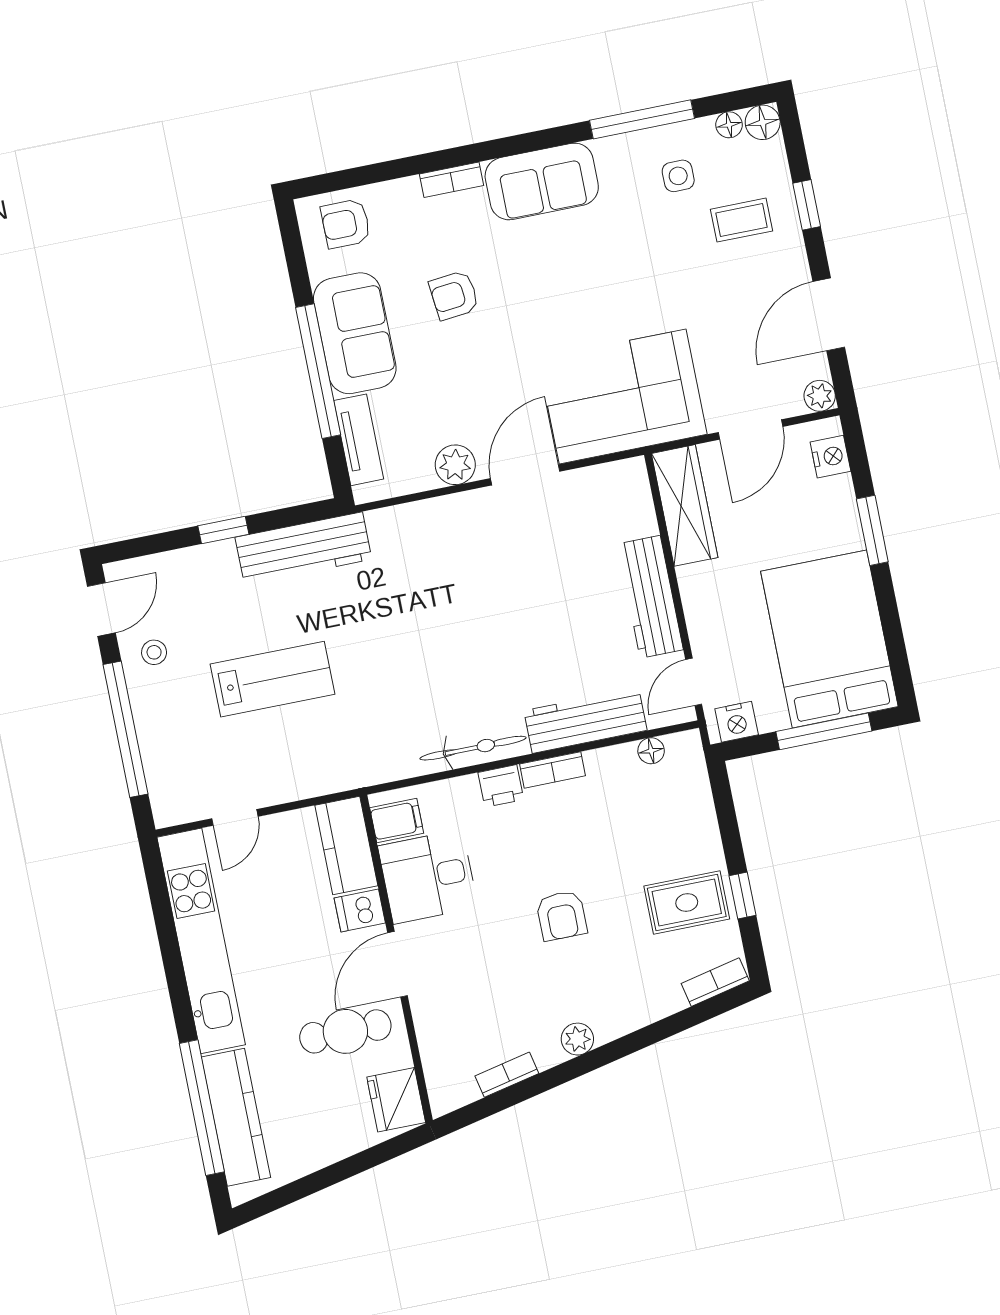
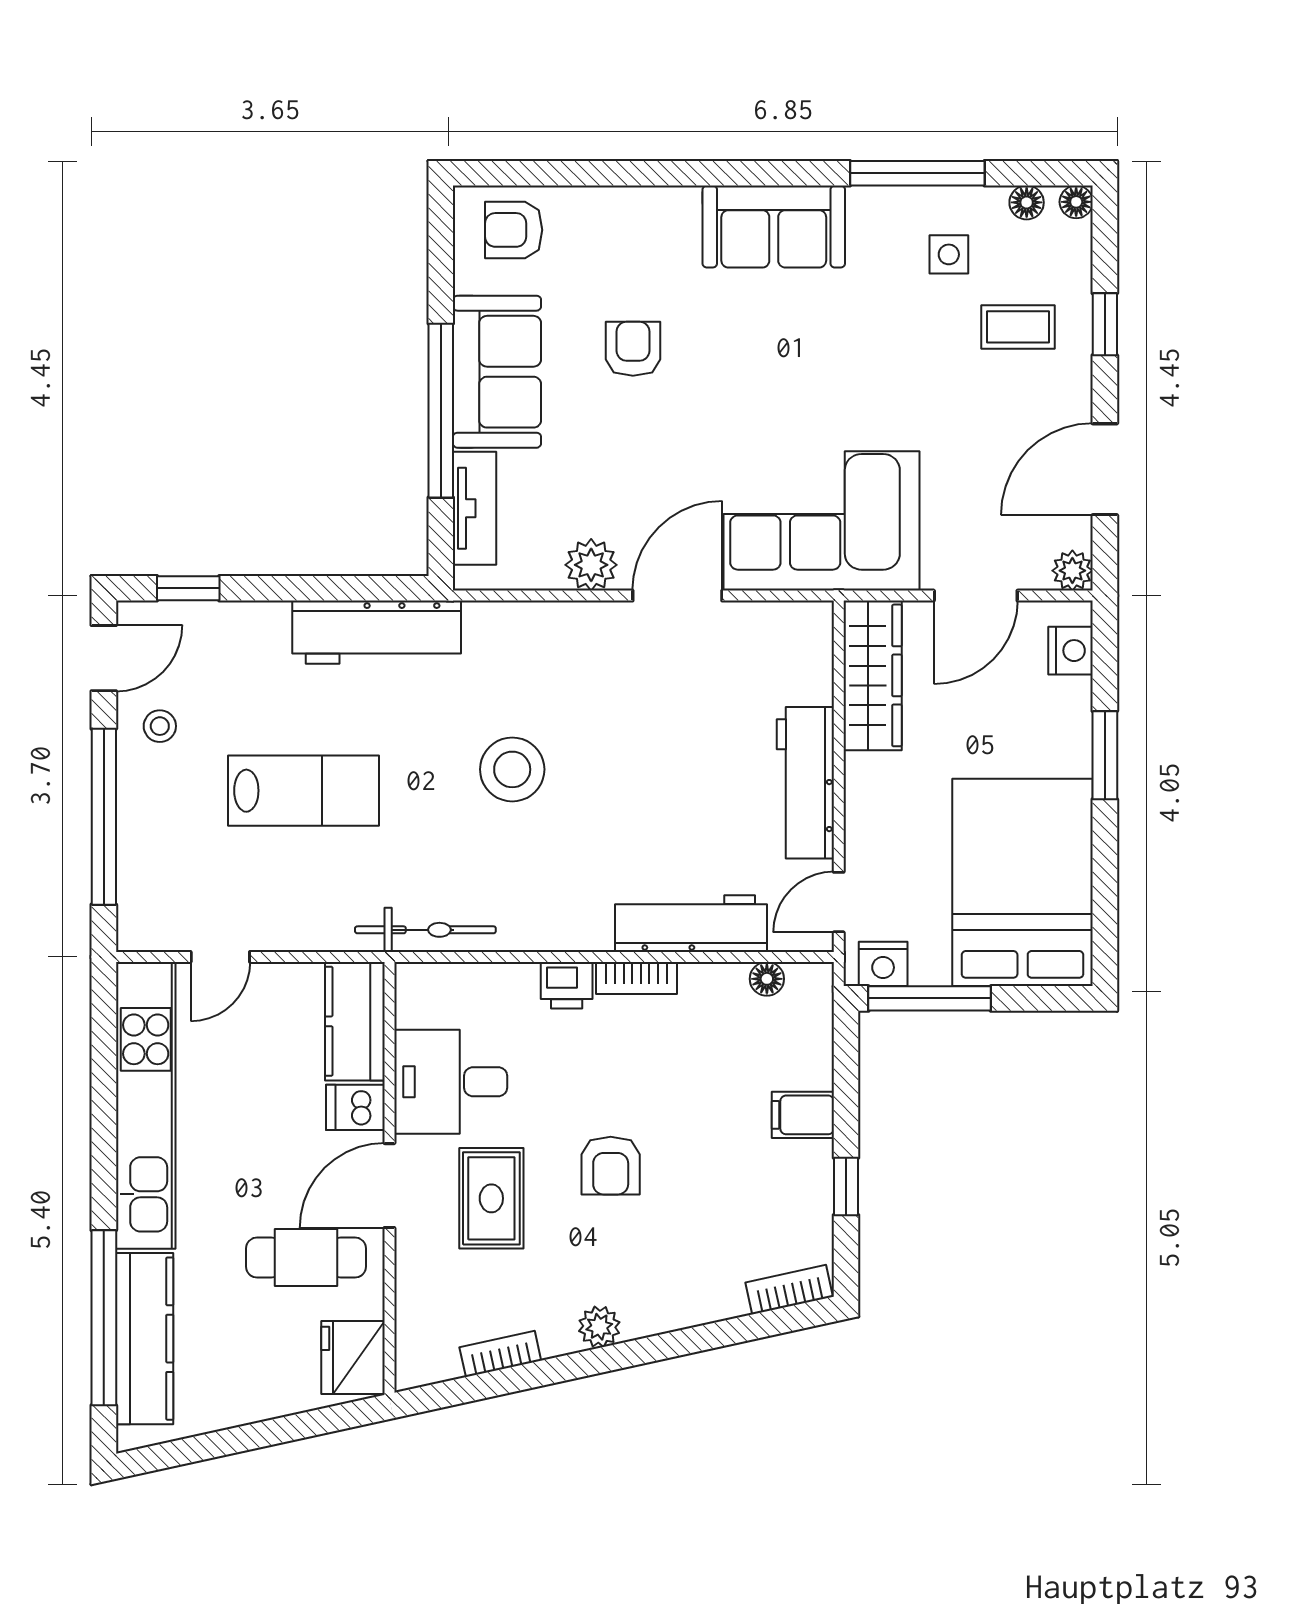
floor lamp: (763, 122) -> (1076, 202), width x0.73, depth x0.73
bookcase: (451, 180) -> (659, 201), removed
armchair: (454, 295) -> (633, 349), turned 96
window: (223, 530) -> (188, 588), moved
stool: (427, 631) -> (512, 769), added
window: (824, 731) -> (930, 998), moved
bicycle: (473, 748) -> (425, 930), moved
filing cabinet: (397, 821) -> (803, 1115), moved, turned 180
rug: (687, 902) -> (491, 1198), moved, turned 90

